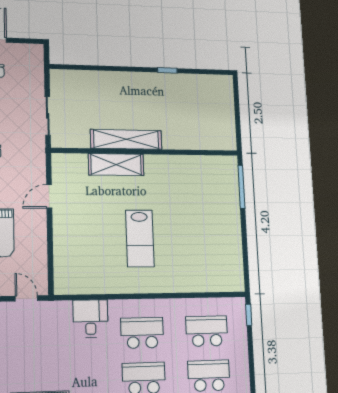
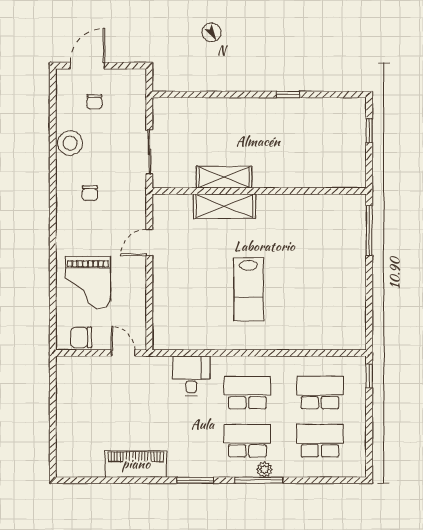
window: (237, 103) -> (369, 131), added
shelving: (126, 139) -> (224, 177), width x0.68

